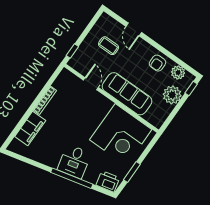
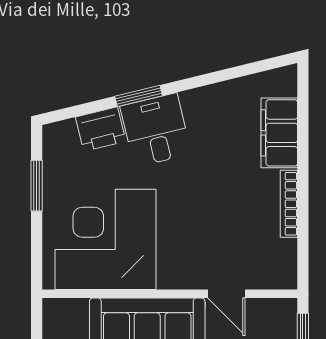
window: (72, 178) -> (139, 96), width x0.47
printer: (108, 181) -> (101, 129), moved

